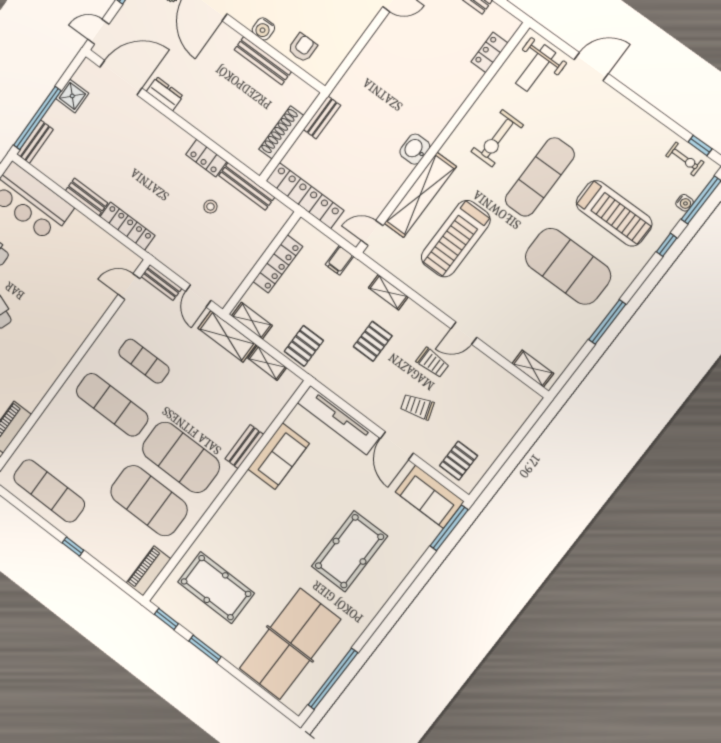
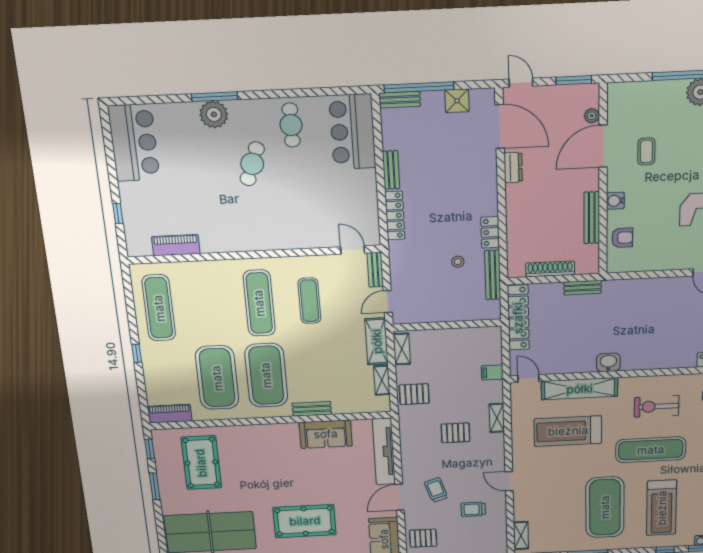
locker: (278, 264) -> (456, 336), removed
trolley: (433, 363) -> (473, 509), moved, turned 90

